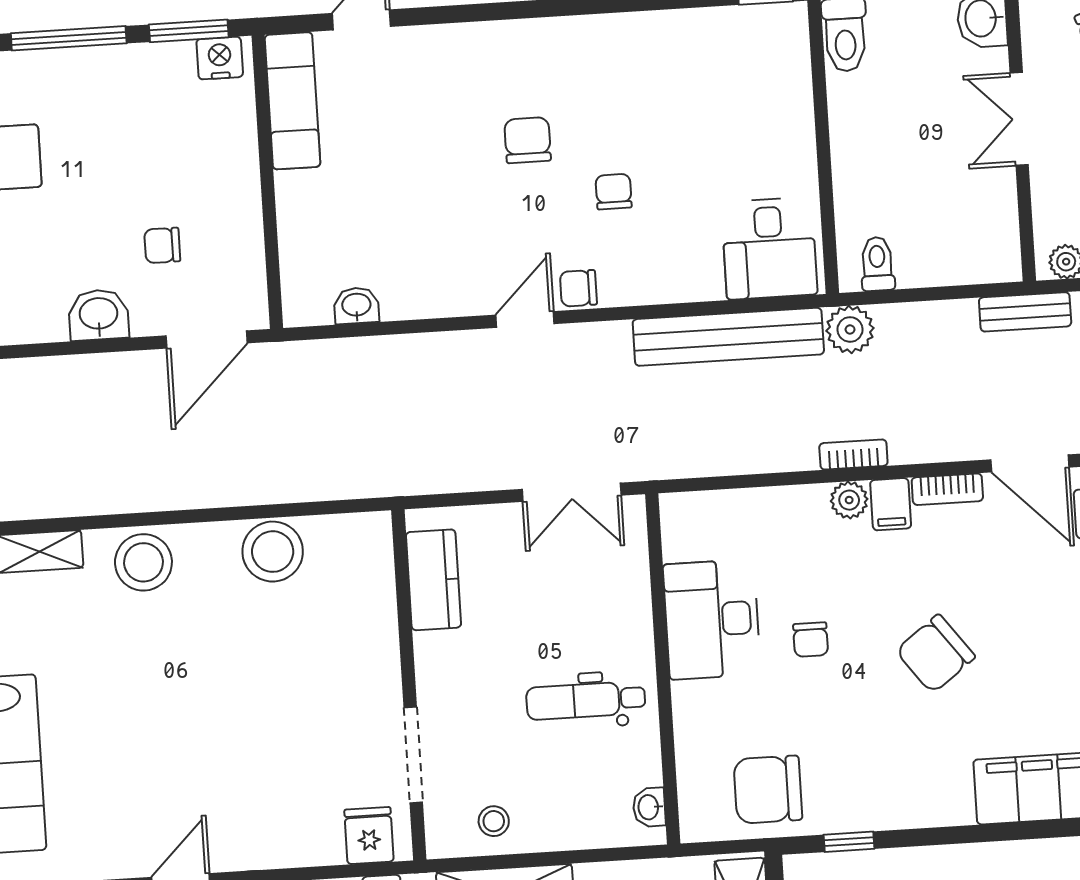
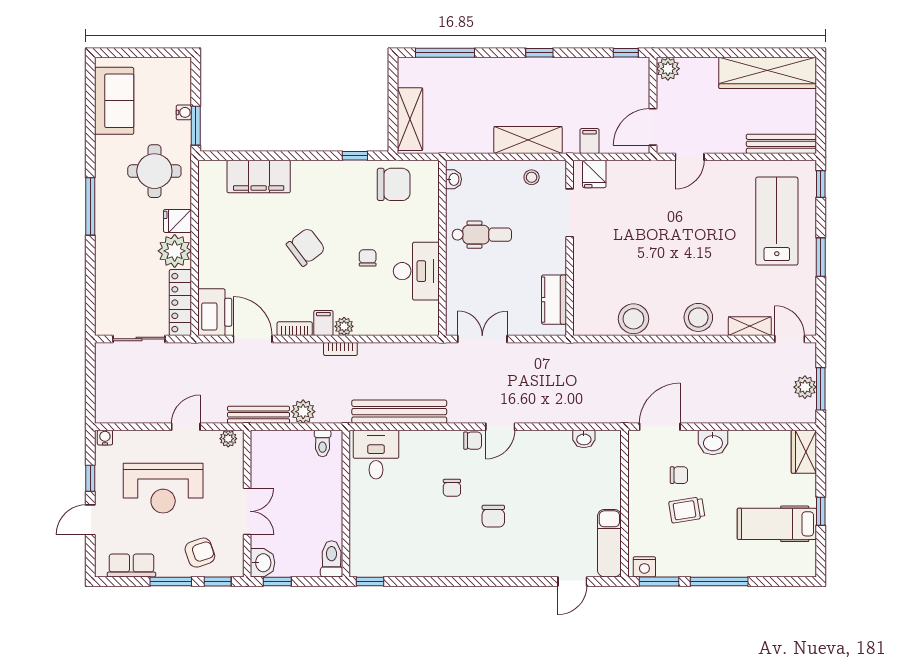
trolley: (142, 177) -> (687, 510), added
bench: (1025, 312) -> (259, 415), width x1.36
plant: (850, 329) -> (303, 412), moved

